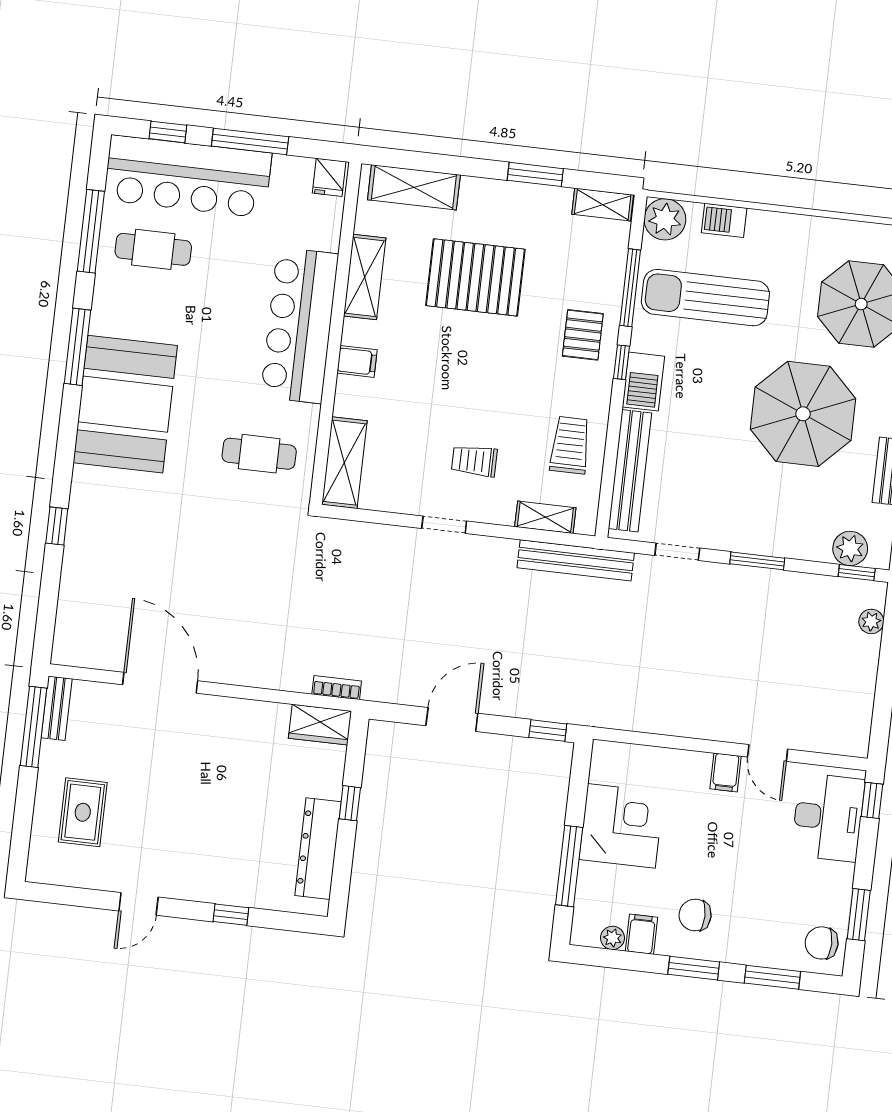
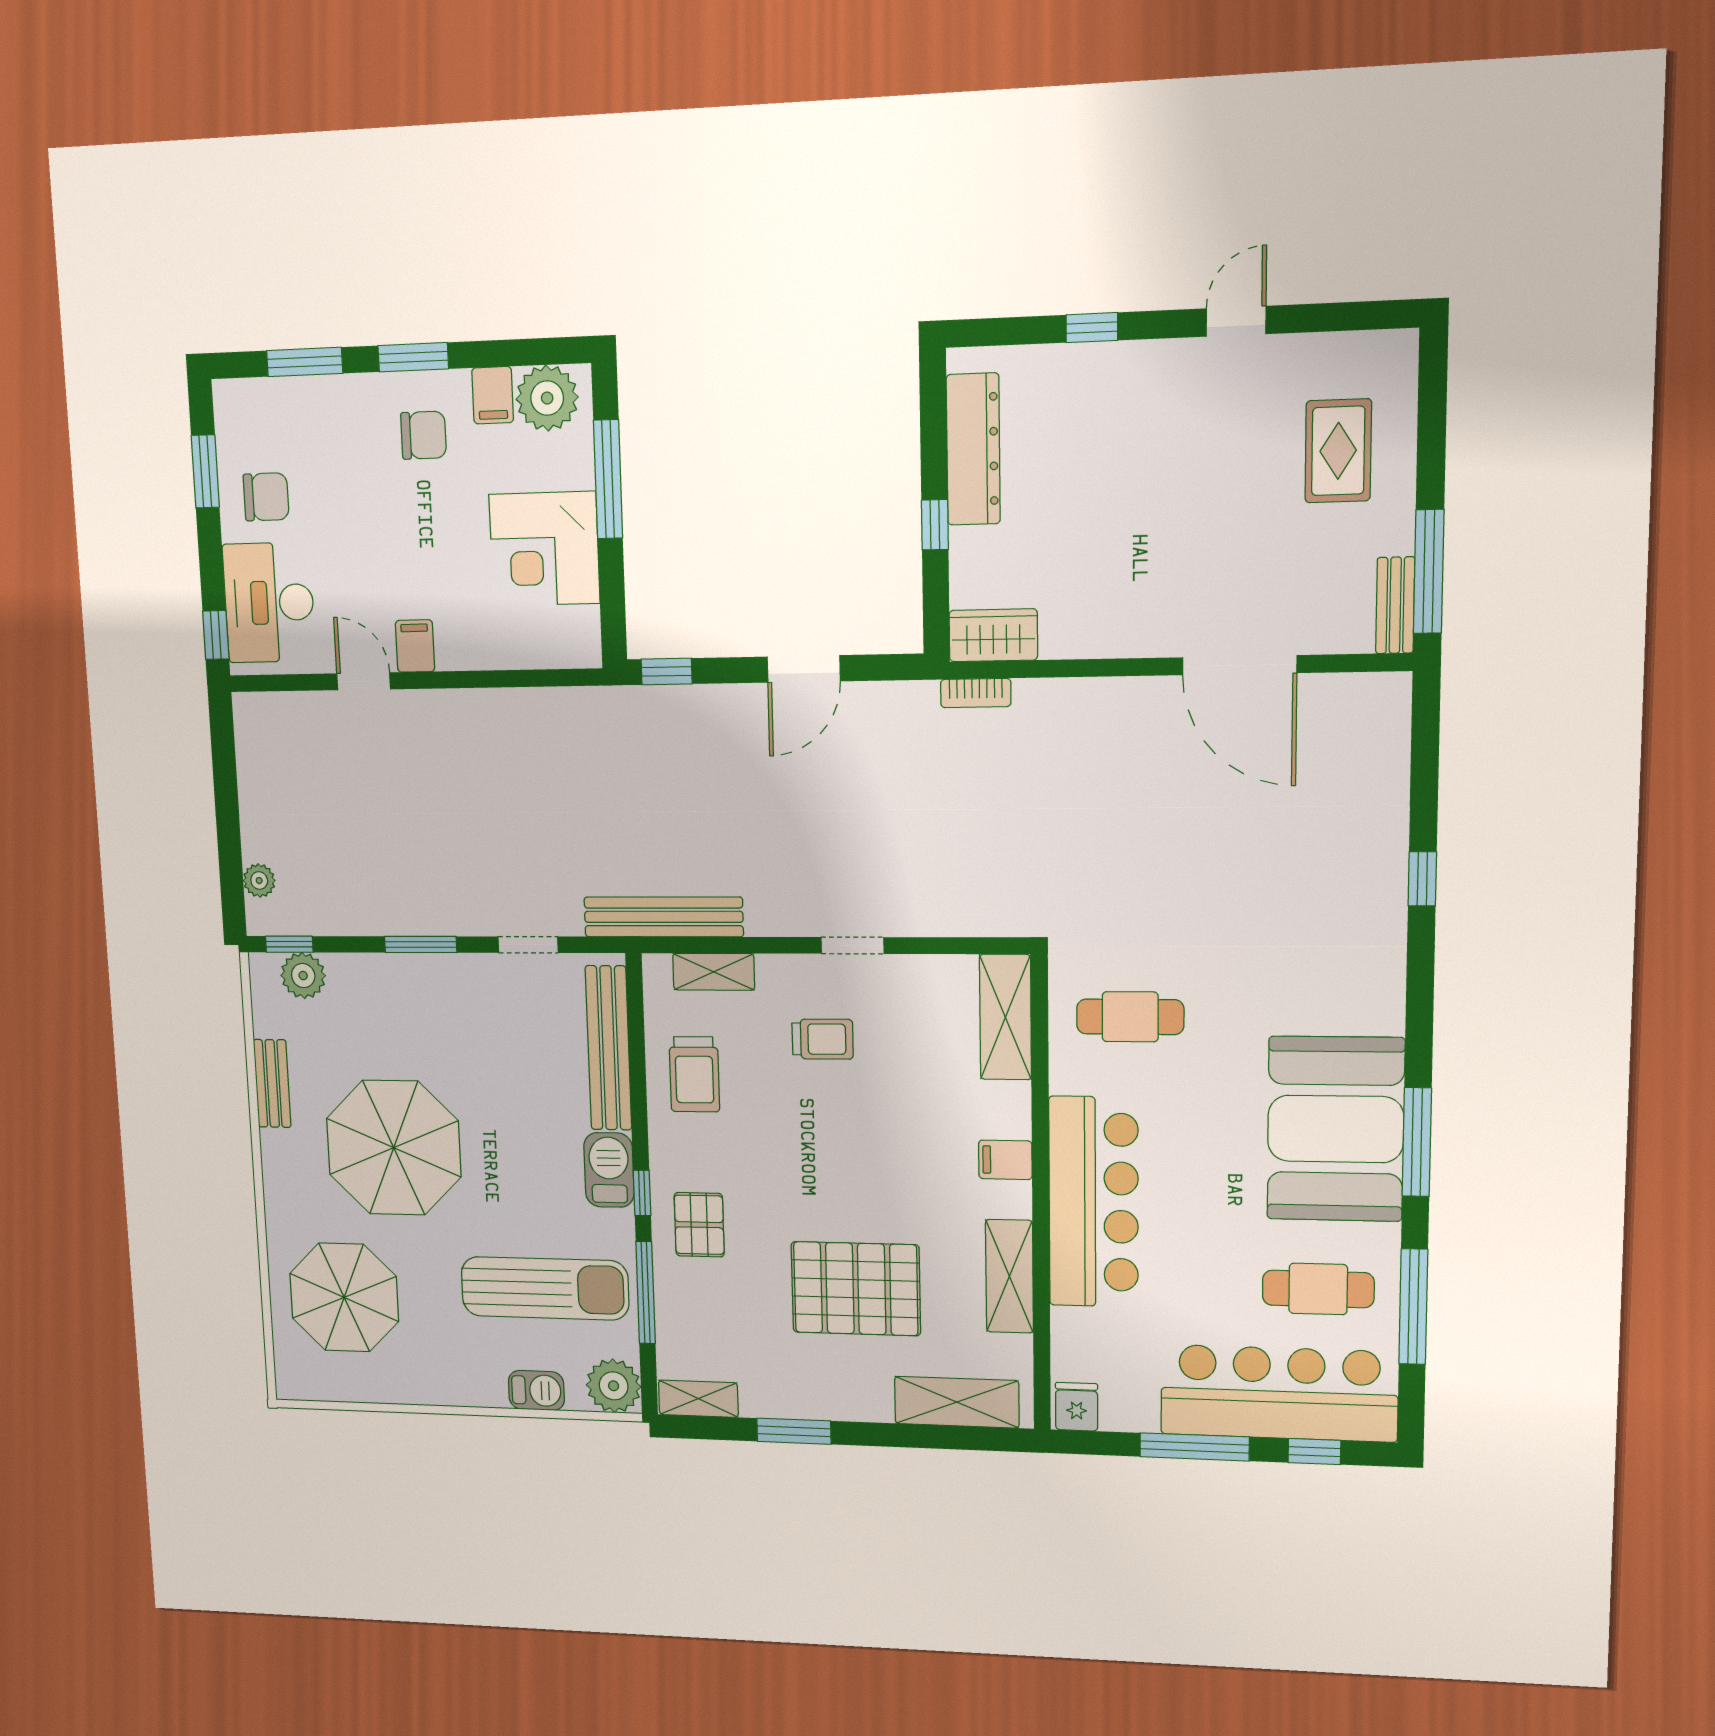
booth: (125, 404) -> (1335, 1129), moved
plant: (612, 938) -> (547, 398), width x1.88, depth x1.88
chair: (822, 943) -> (266, 497), moved

